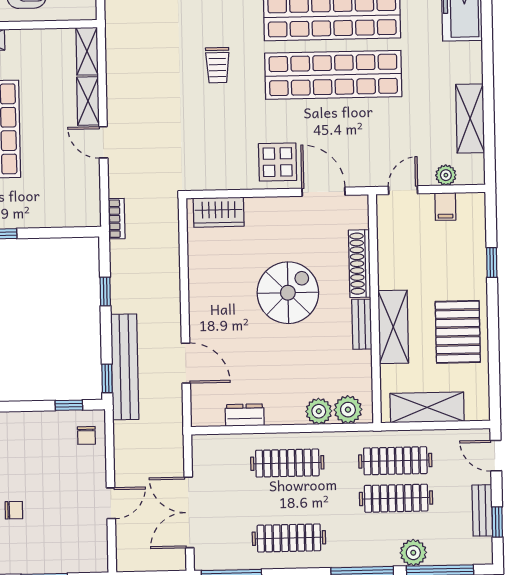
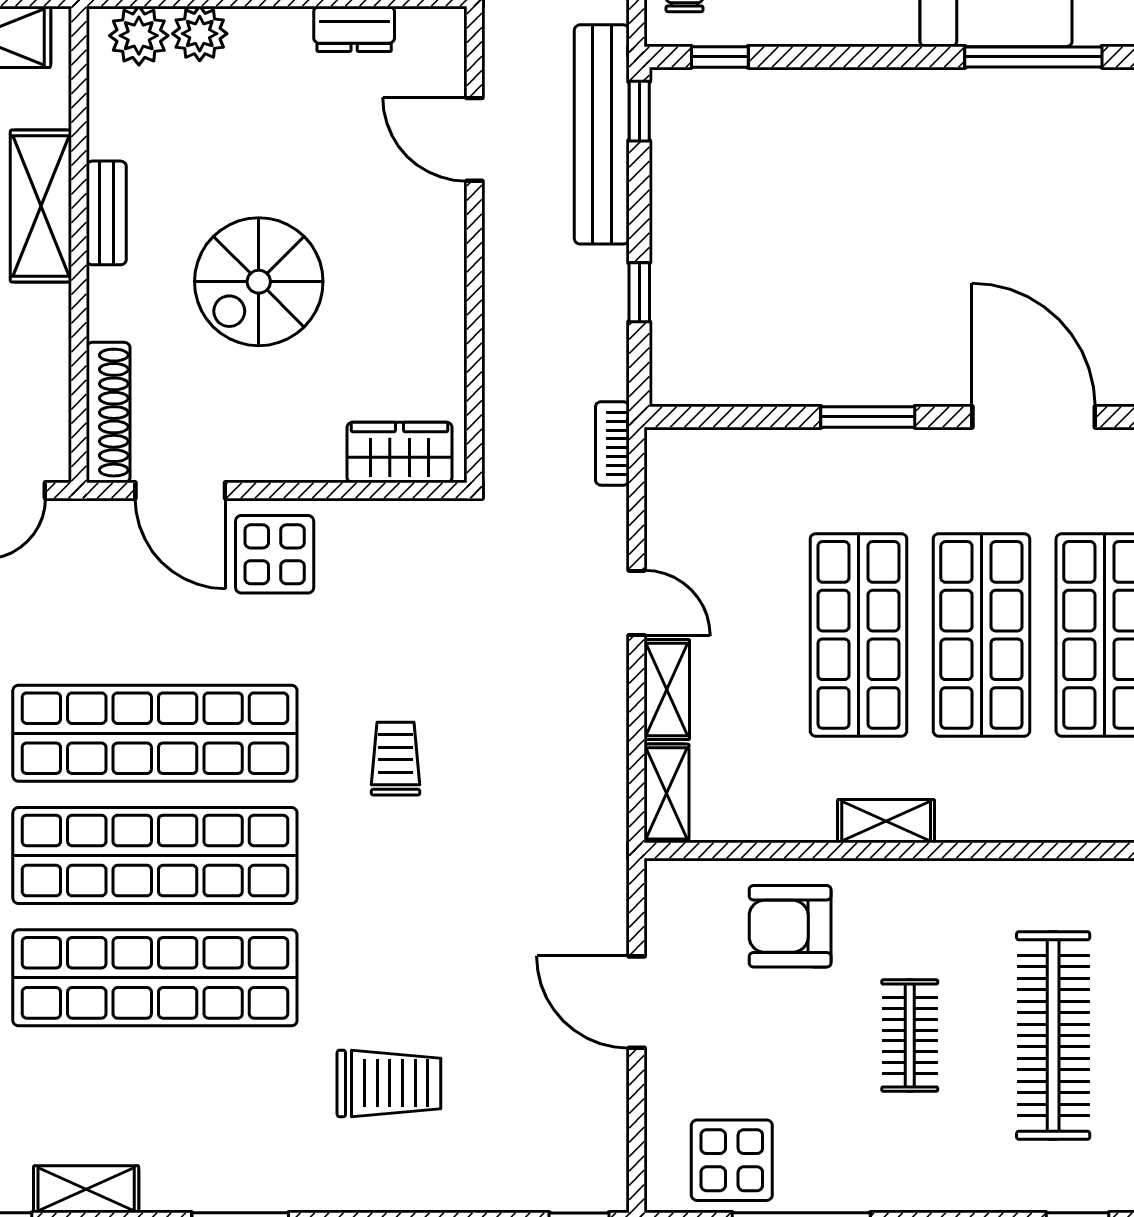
shoe rack: (360, 264) -> (108, 413), moved

